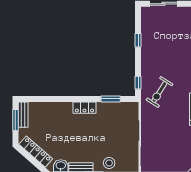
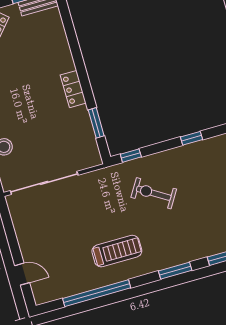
exercise bike: (159, 92) -> (154, 193), moved

